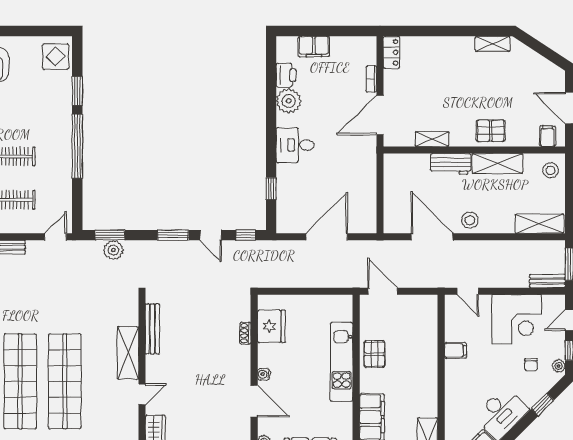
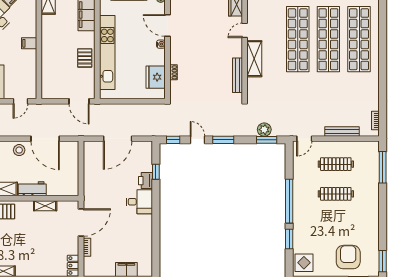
printer: (286, 75) -> (146, 181), moved
plant: (289, 101) -> (144, 232), removed
door: (468, 291) -> (20, 101), swing flipped
filing cabinet: (455, 350) -> (29, 43), moved
kitchen unit: (342, 362) -> (107, 53), width x1.36

